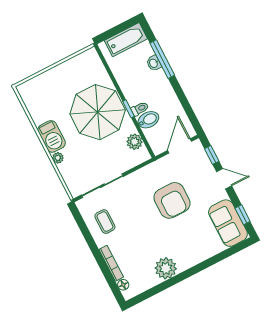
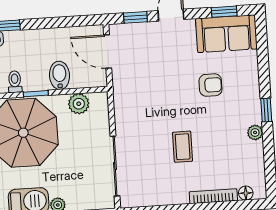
toilet: (140, 109) -> (15, 82), moved
armchair: (172, 200) -> (210, 85), moved, width x0.53, depth x0.53
coffee table: (105, 222) -> (183, 147), moved, turned 90
plant: (166, 268) -> (255, 132), width x0.53, depth x0.53
window: (187, 274) -> (266, 110), added

